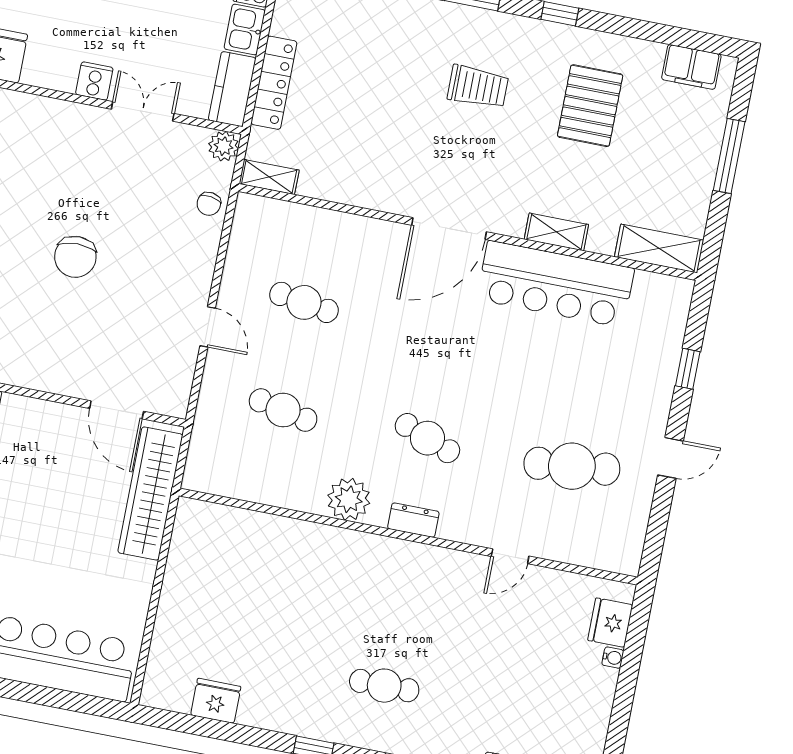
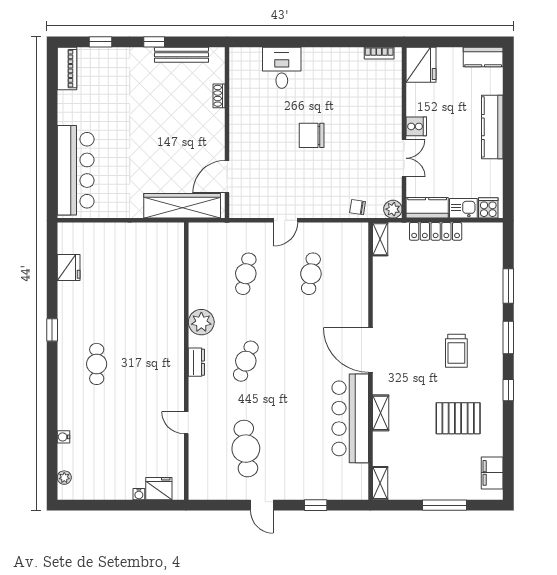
shelving: (659, 249) -> (380, 483), width x0.67, depth x0.75

